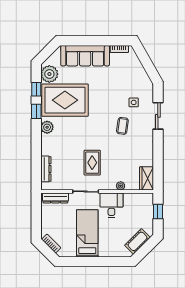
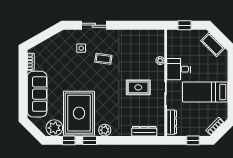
wardrobe: (147, 178) -> (153, 36), removed
window: (36, 221) -> (193, 140), added

